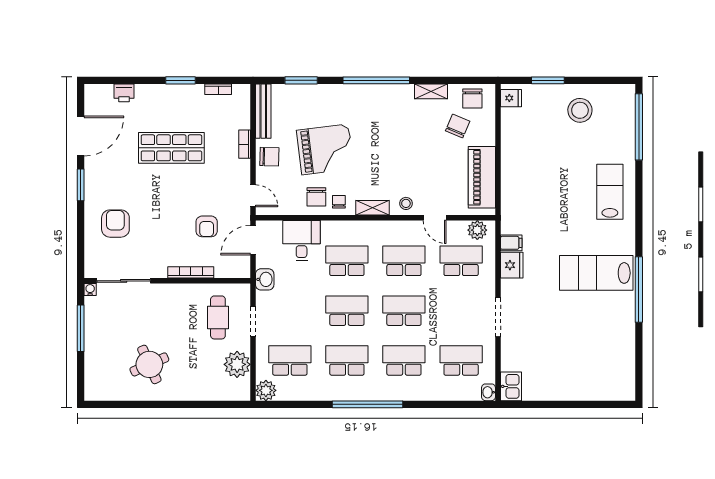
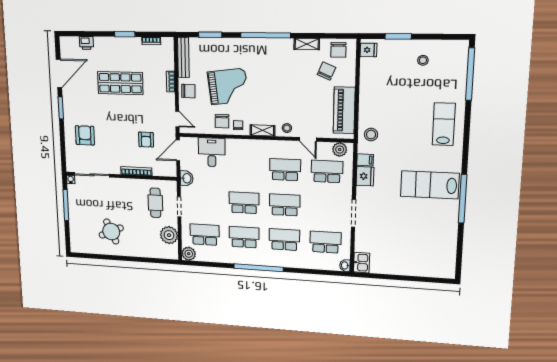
stool: (580, 110) -> (423, 60), width x0.53, depth x0.53
stool: (518, 208) -> (371, 135), added
school desk: (347, 261) -> (244, 168), removed

